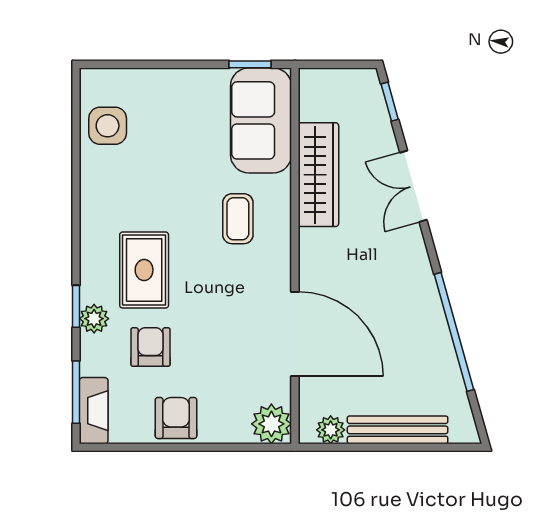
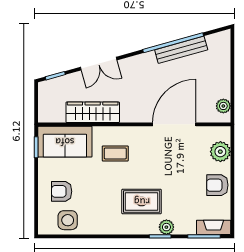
armchair: (150, 347) -> (62, 191), moved
plant: (271, 424) -> (220, 152), moved
bench: (398, 430) -> (181, 50), moved, turned 74

